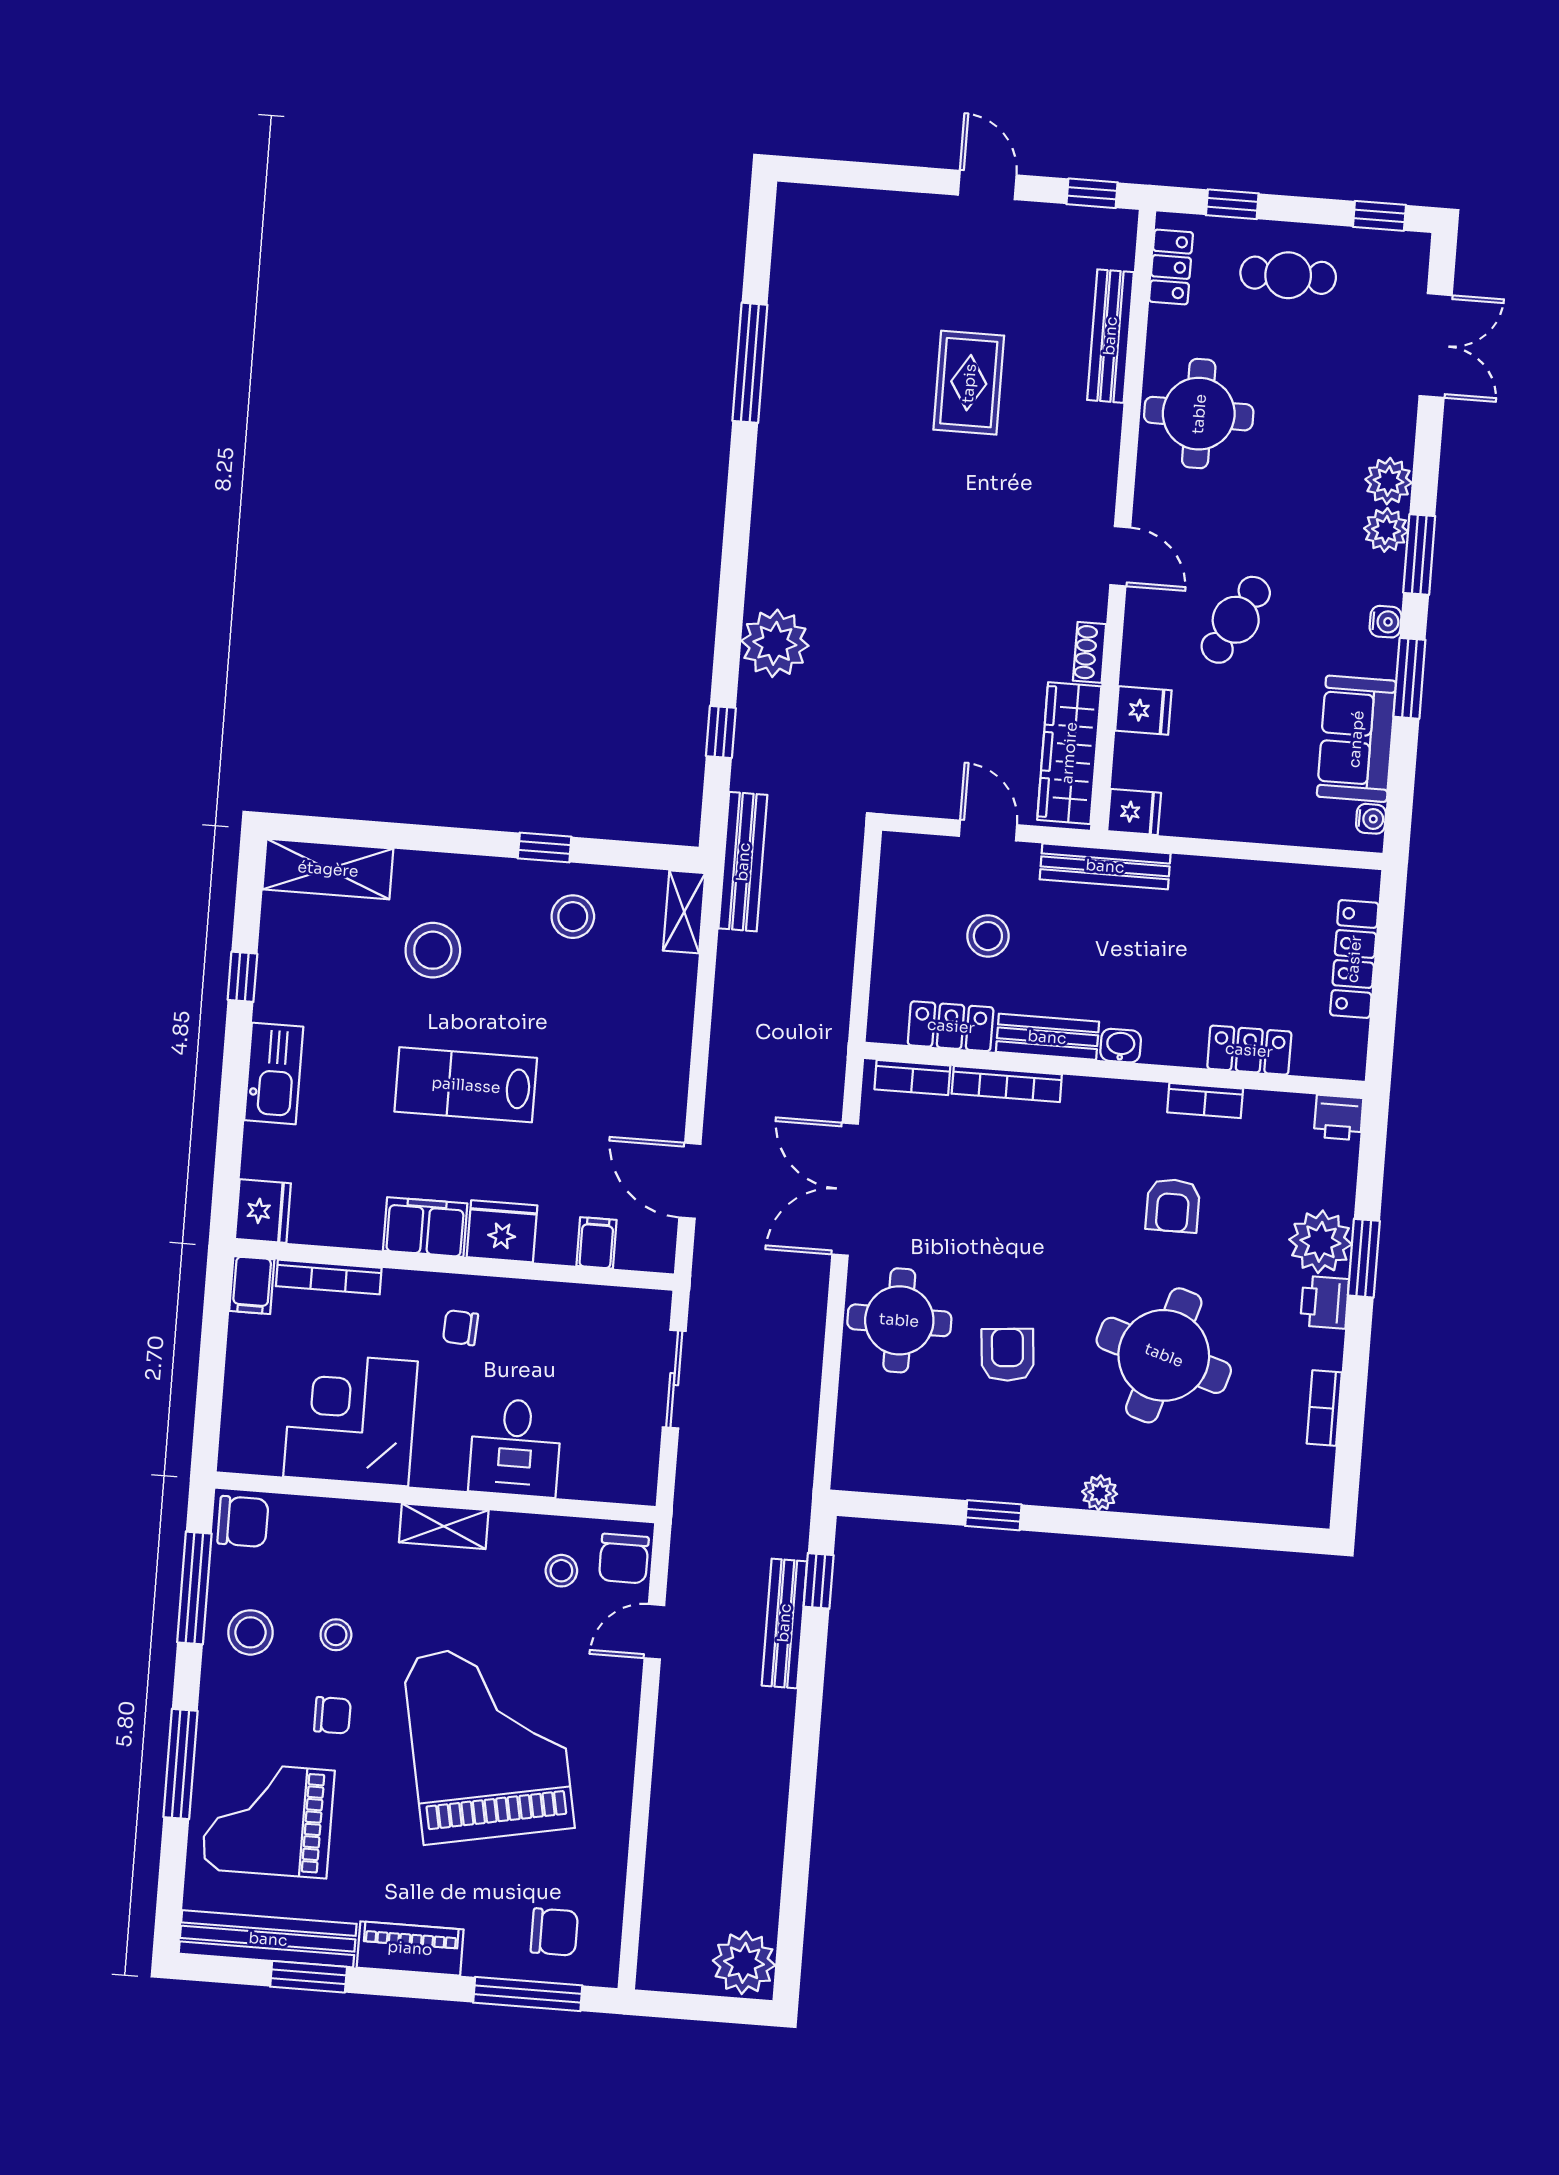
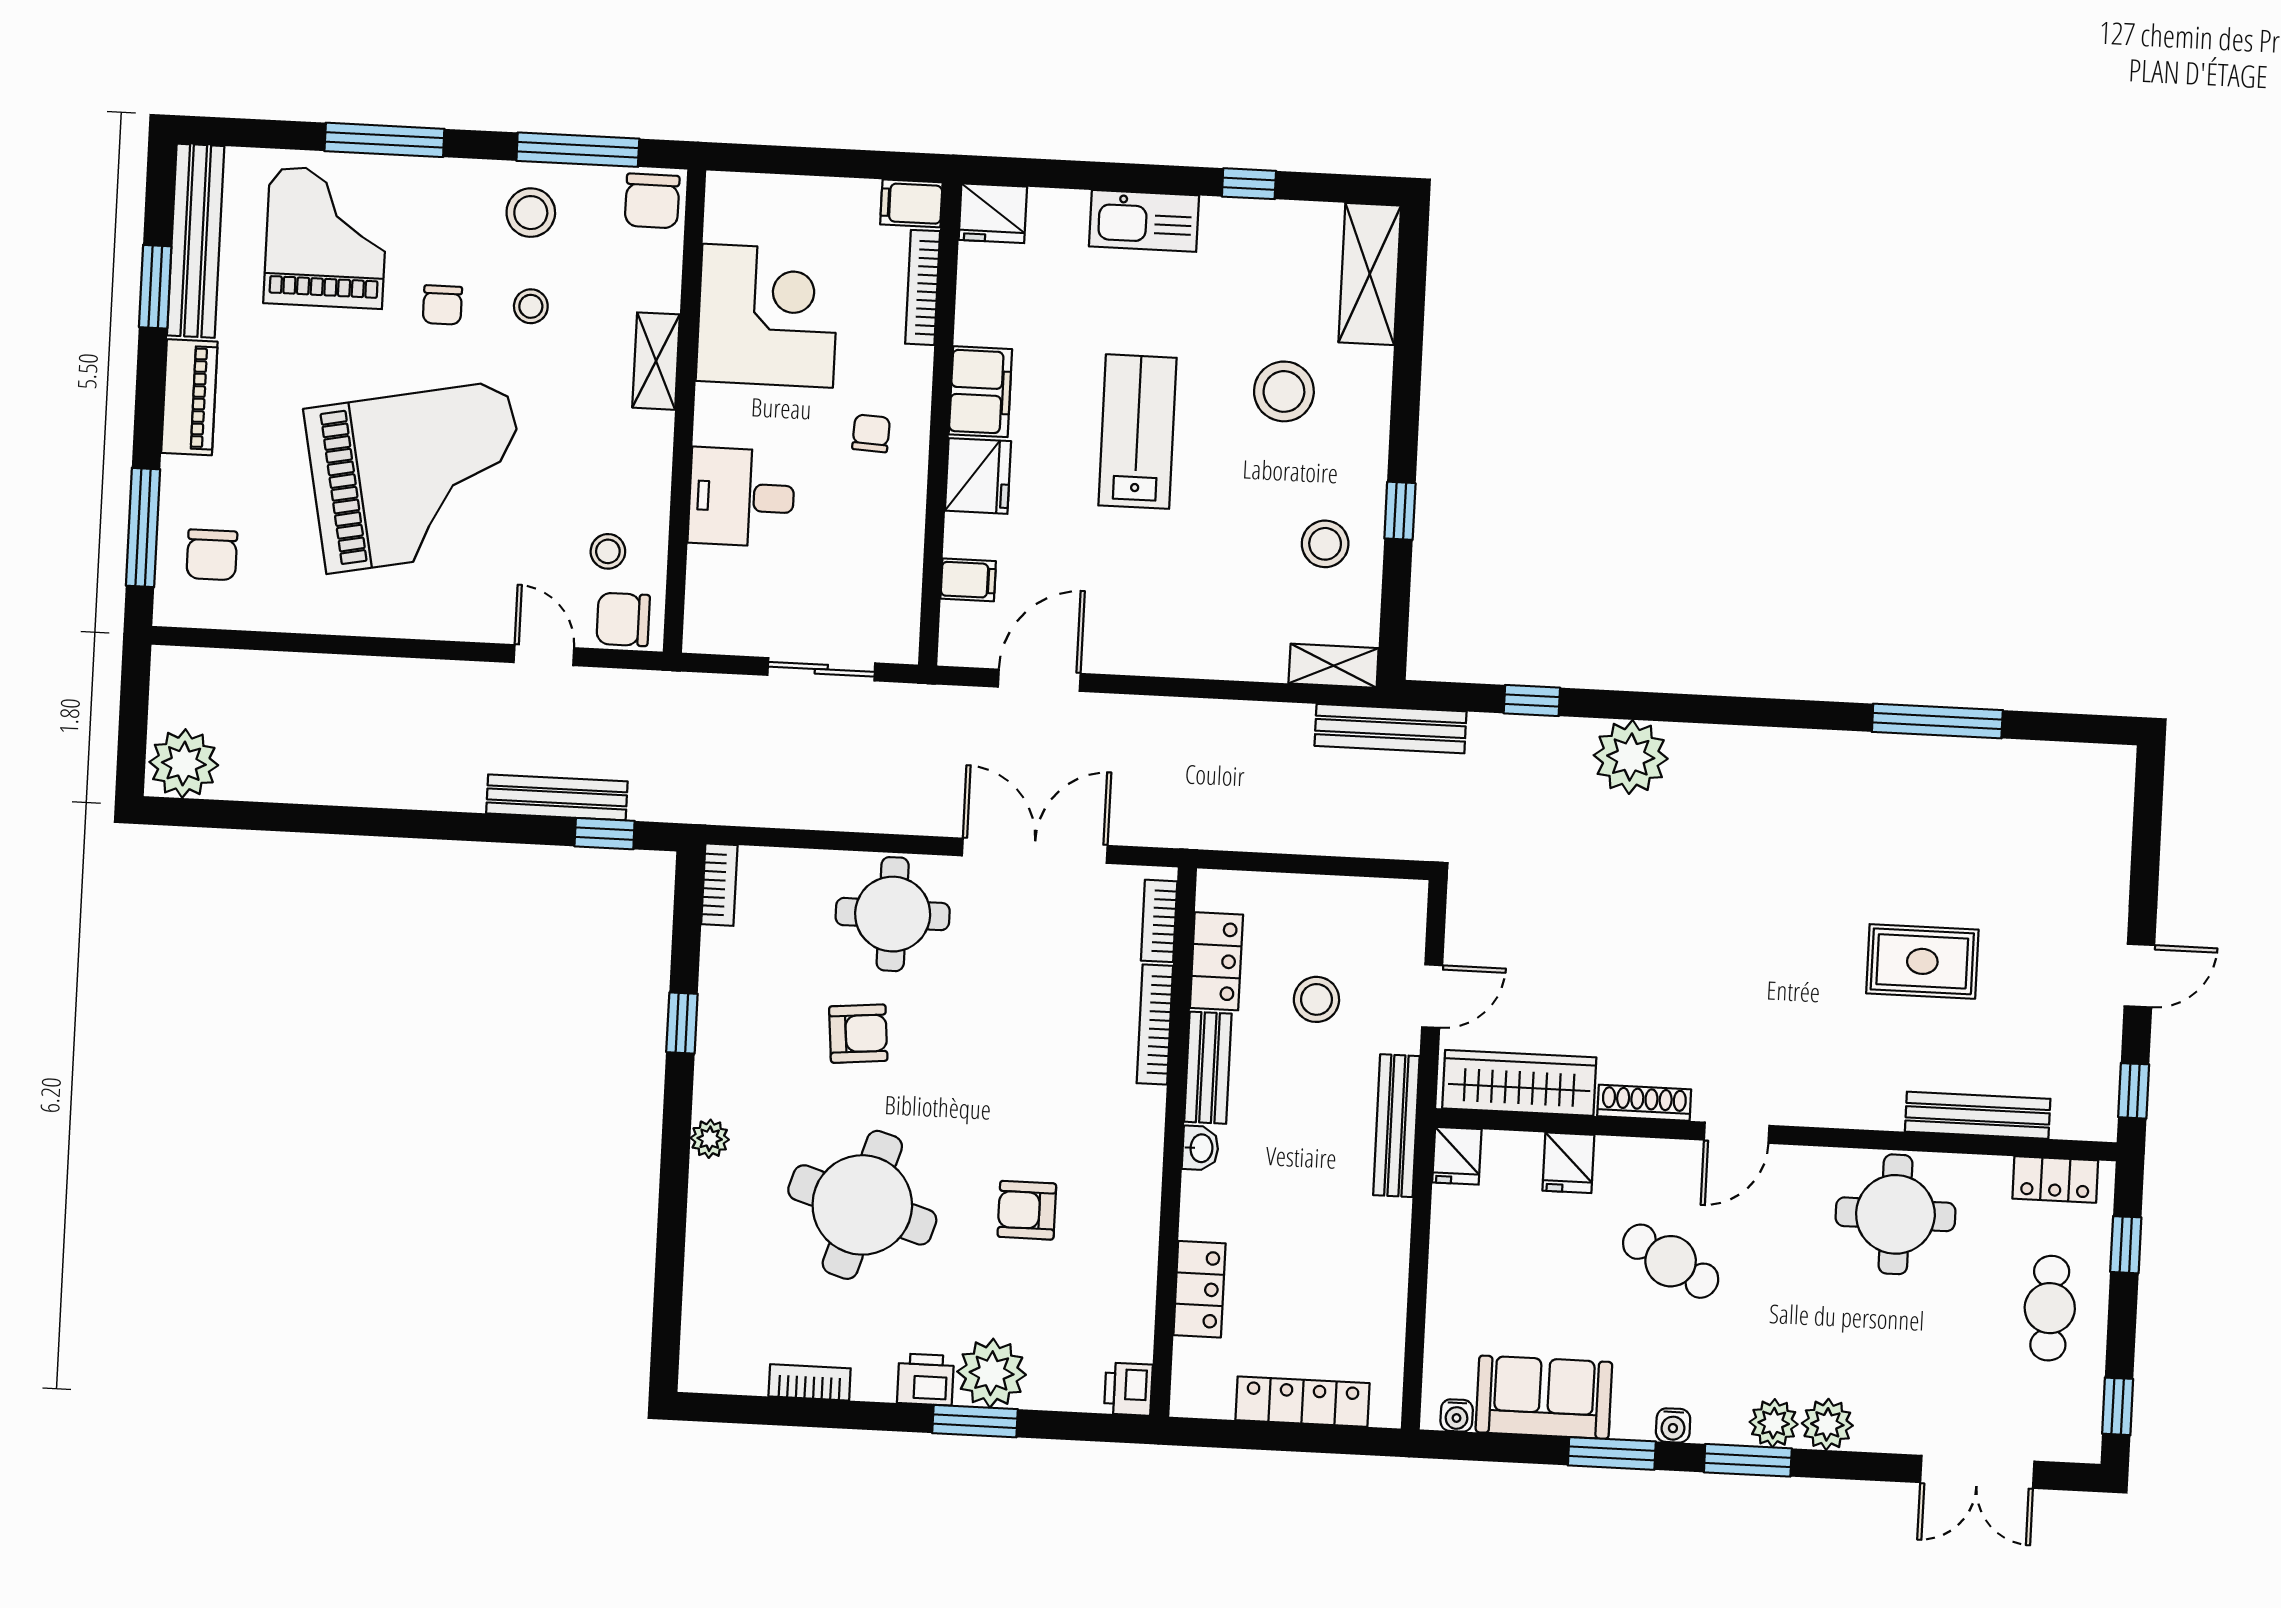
shoe rack: (1090, 652) -> (1644, 1103), width x1.43
bookcase: (1205, 1101) -> (719, 885), moved, turned 180
shelving: (444, 1526) -> (656, 361), moved

